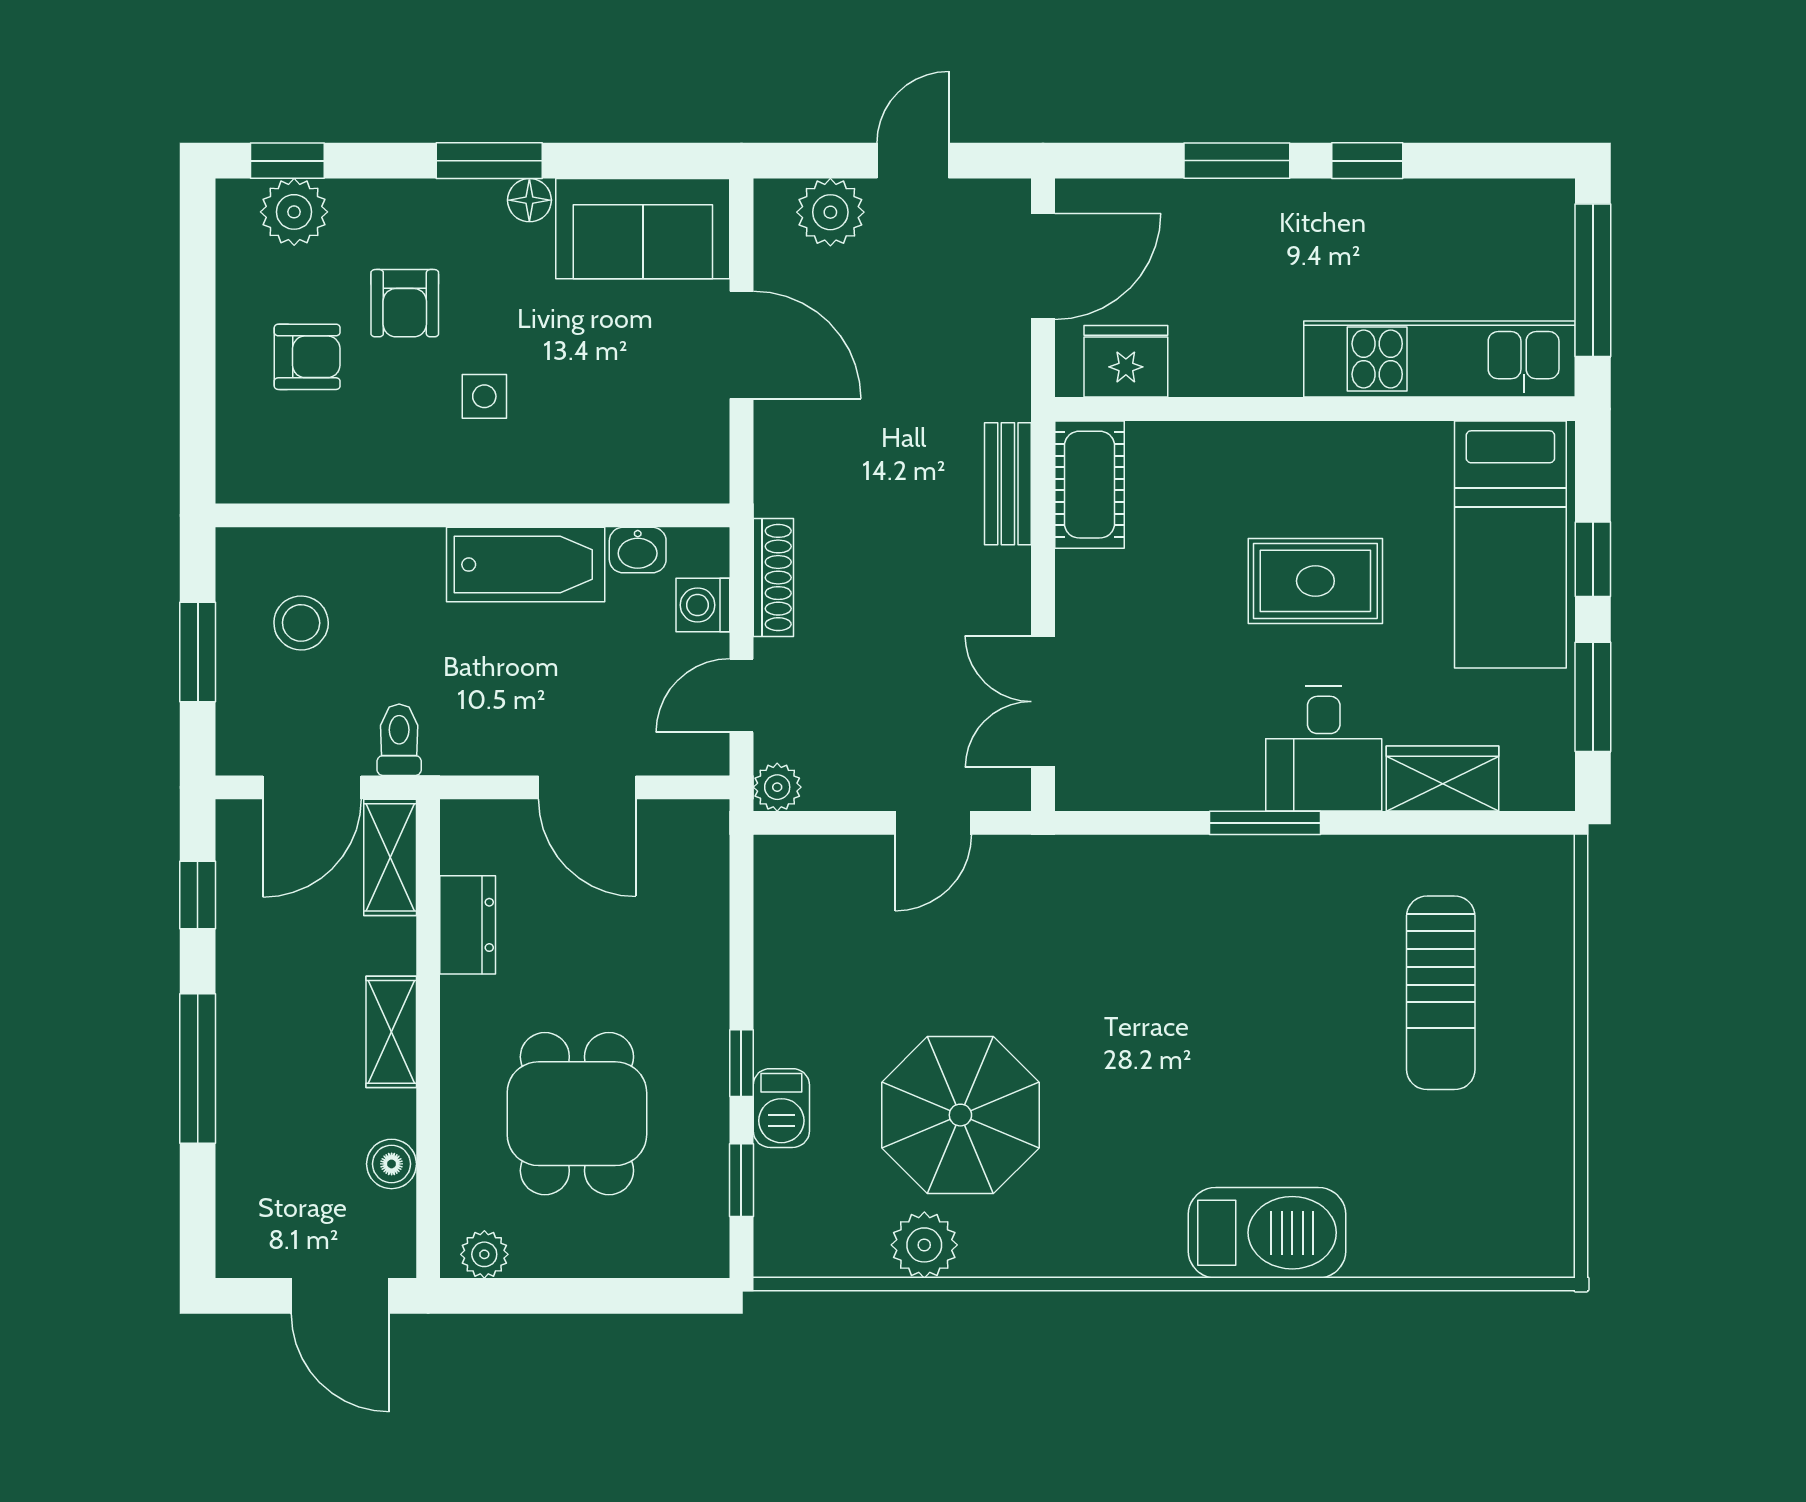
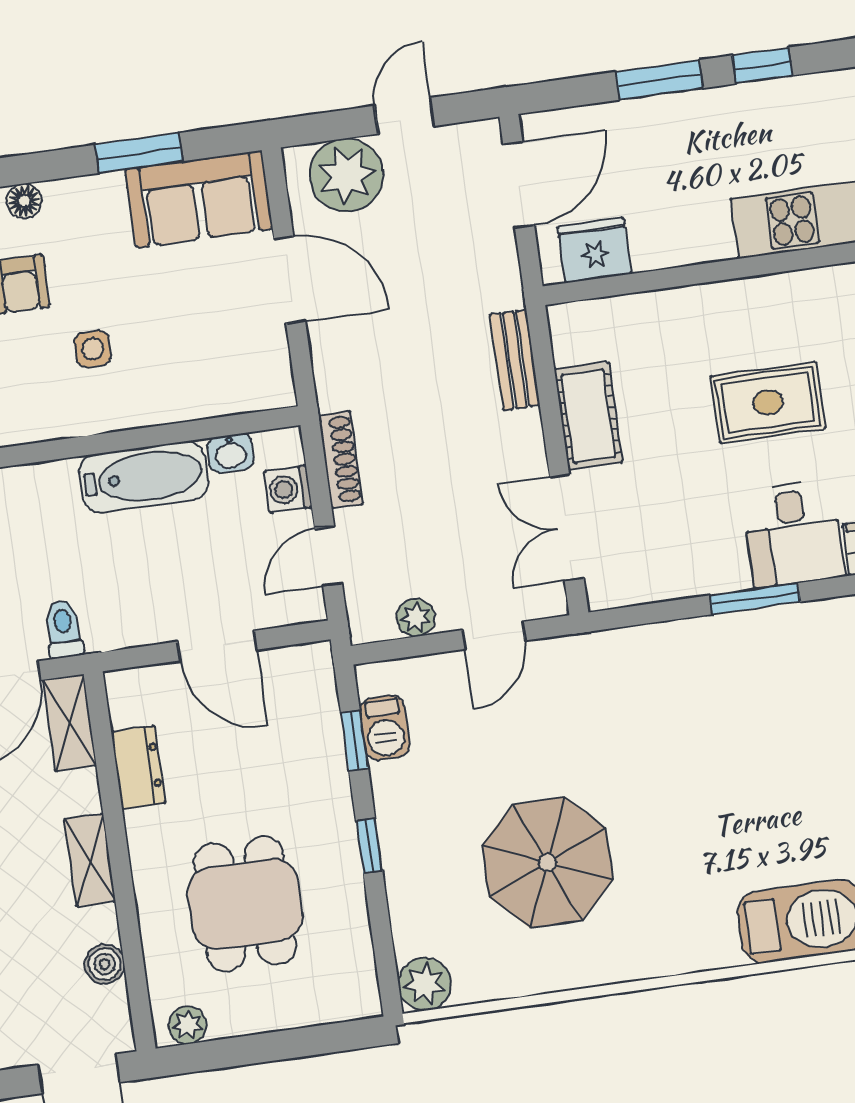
window: (489, 161) -> (139, 153), moved
floor lamp: (529, 200) -> (24, 201), moved
plant: (830, 212) -> (346, 175), width x1.36, depth x1.36
cot: (1089, 485) -> (588, 416), moved
plant: (777, 787) -> (416, 618), moved
barbecue: (781, 1108) -> (385, 728), moved
window: (741, 1180) -> (354, 740), moved
plant: (924, 1245) -> (425, 984), moved

